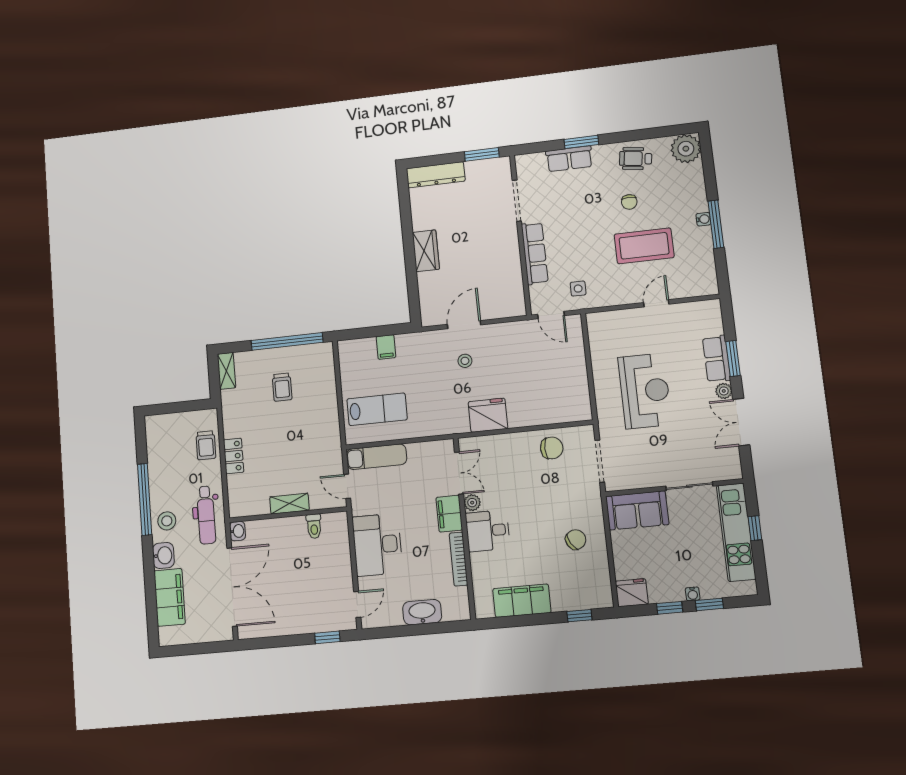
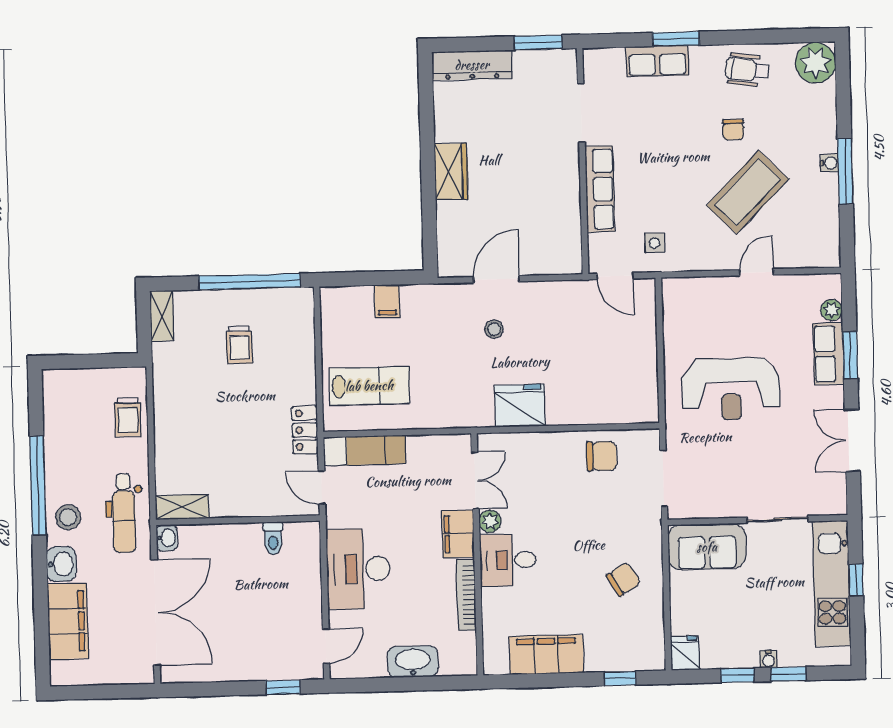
coffee table: (644, 246) -> (748, 192), turned -45
reception desk: (645, 391) -> (731, 389), turned 90
plant: (724, 391) -> (832, 310), moved
locker: (234, 456) -> (305, 430), moved, turned 180
shelving: (289, 504) -> (182, 507), moved
fridge: (632, 593) -> (685, 653), width x0.72

